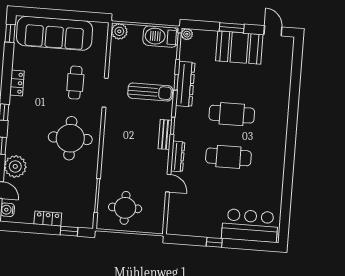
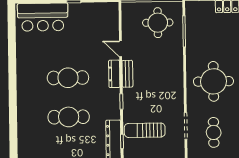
bench: (165, 134) -> (127, 74), moved

